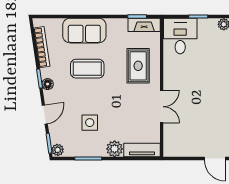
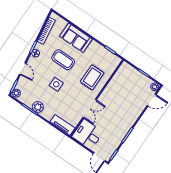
fireplace: (144, 25) -> (111, 57), removed
desk: (180, 36) -> (88, 134), moved, turned -90
door: (45, 114) -> (23, 69), hinge flipped
side table: (90, 123) -> (56, 84), moved
plant: (115, 149) -> (38, 107), moved

